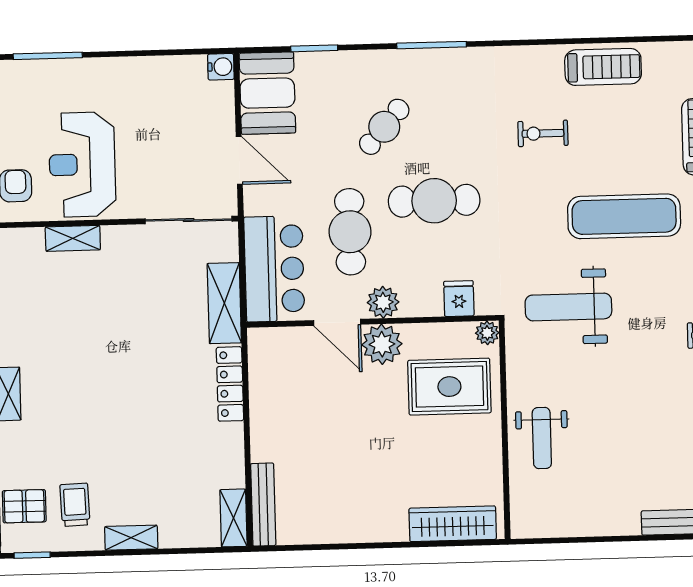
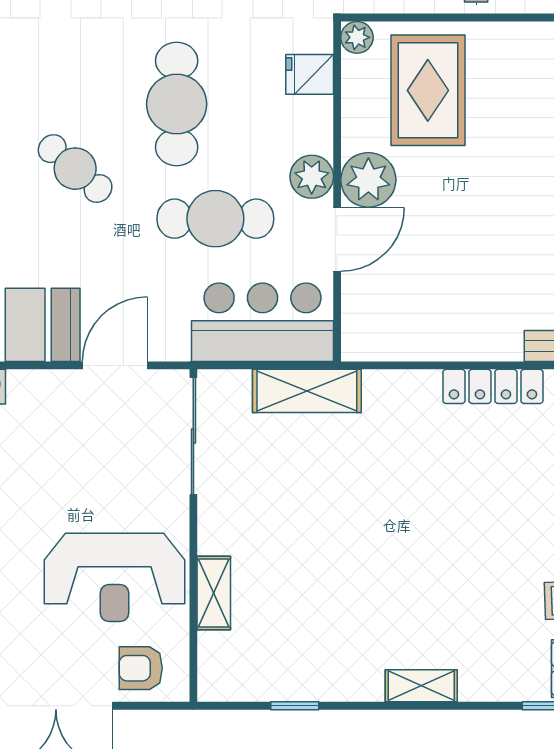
locker: (230, 384) -> (493, 386), moved

